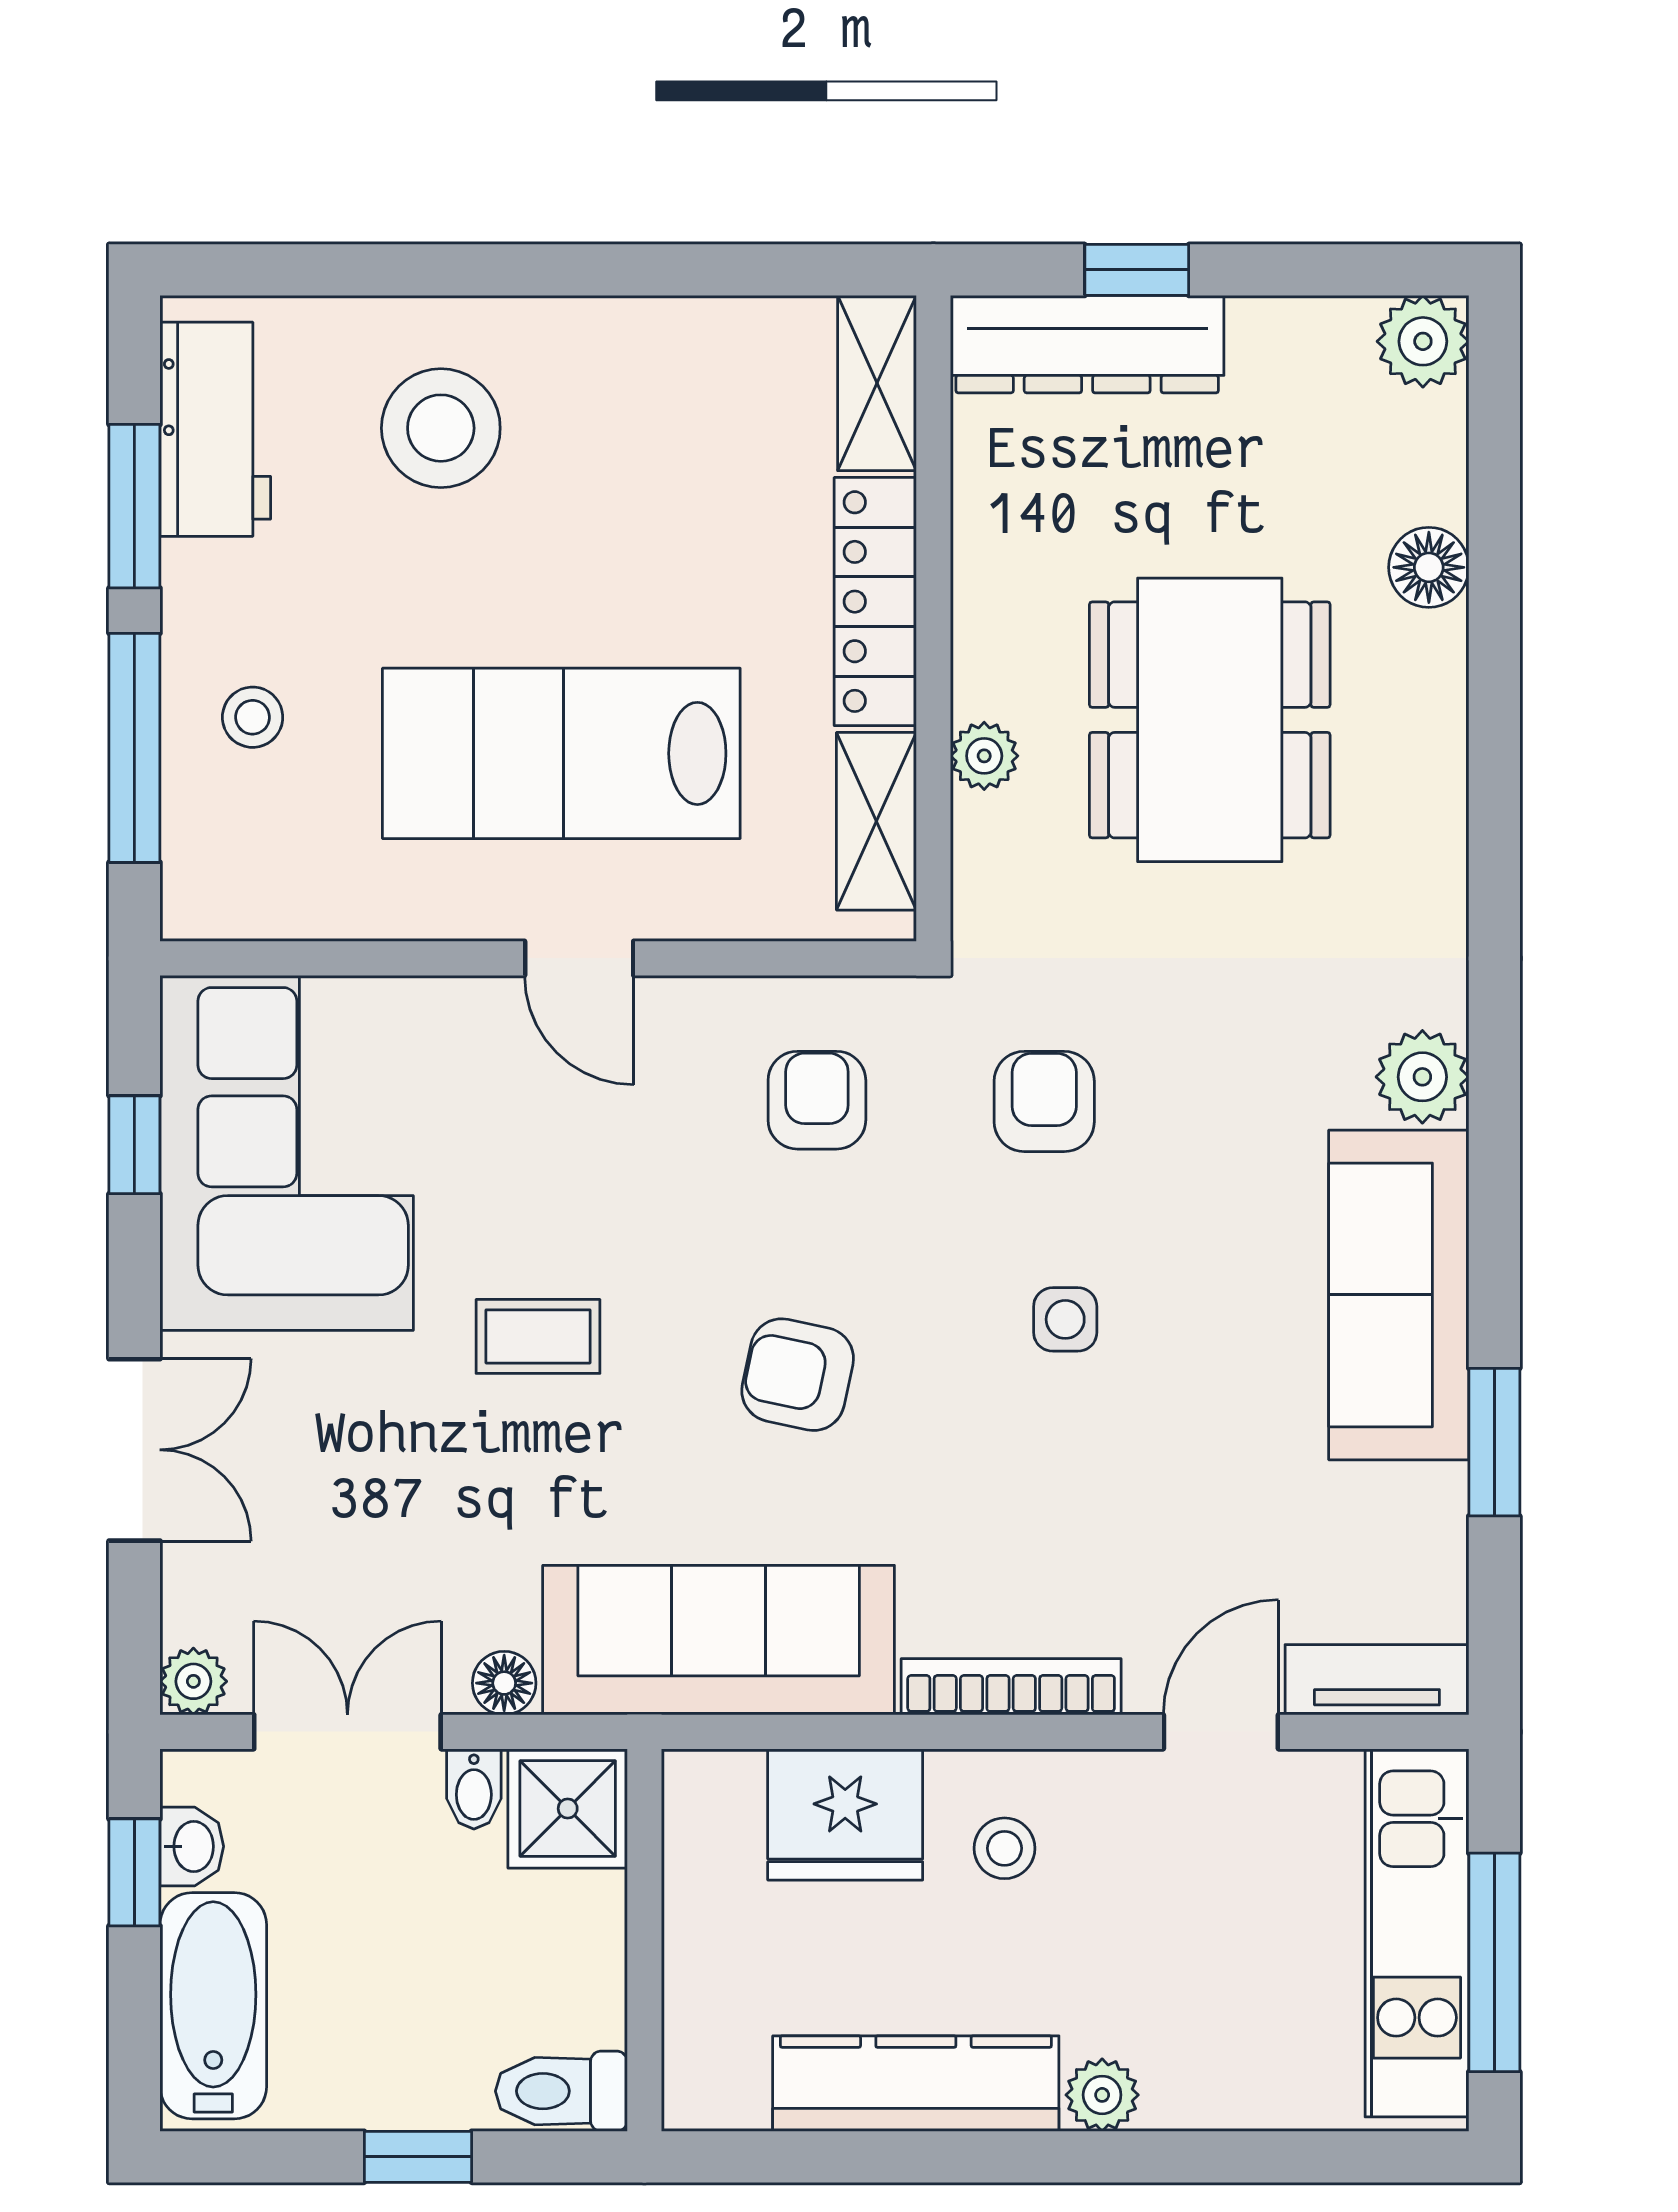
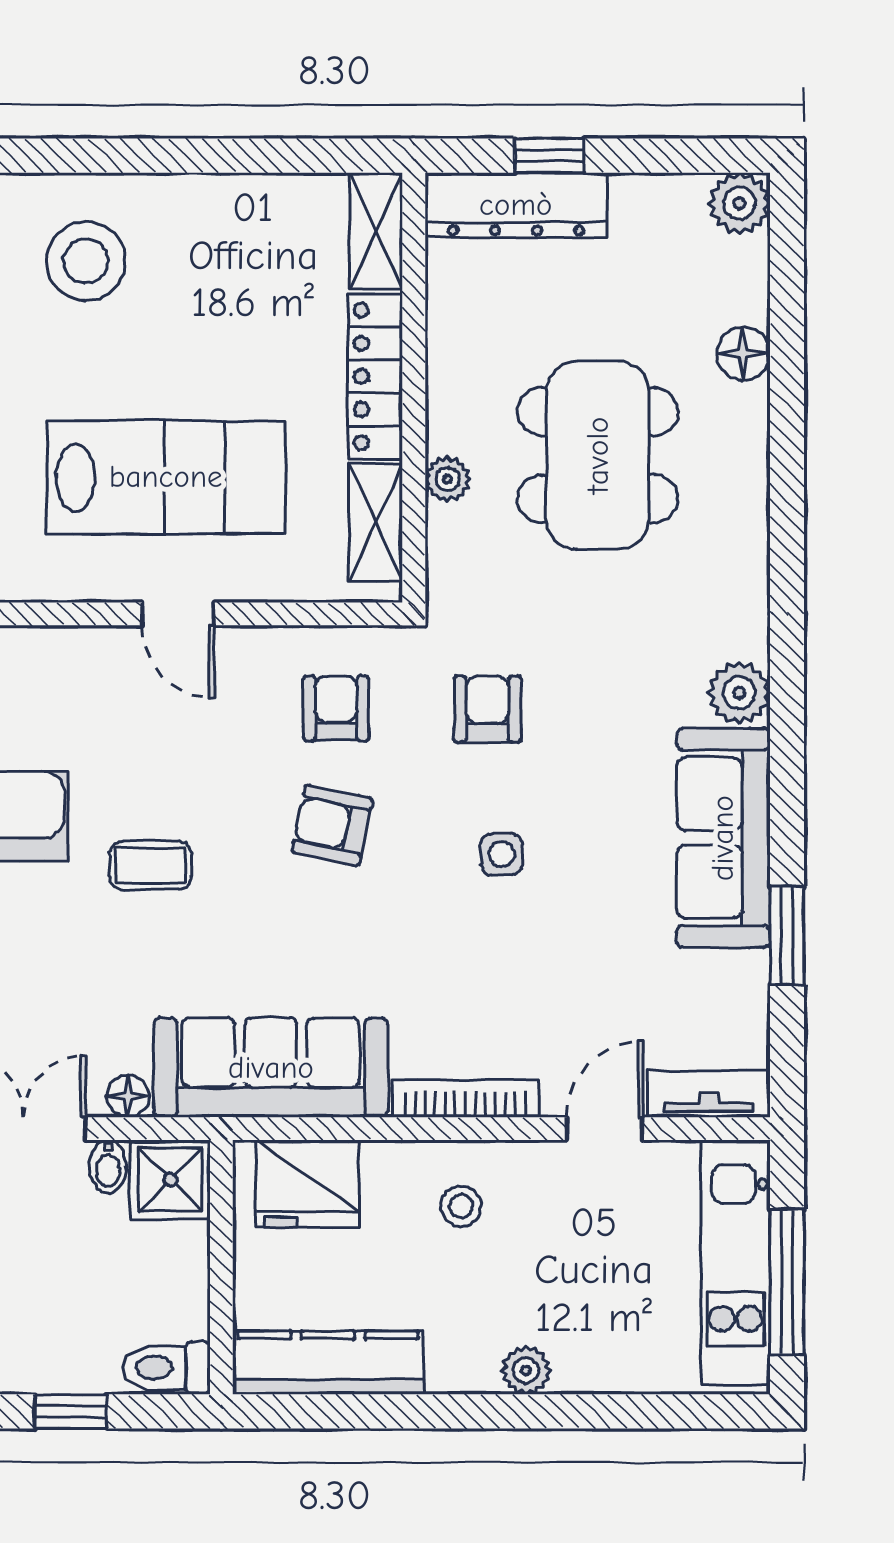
lab bench: (561, 753) -> (166, 477), turned 180
armchair: (798, 1375) -> (332, 825), moved
fridge: (845, 1814) -> (308, 1184), moved
kitchen counter: (916, 2084) -> (328, 1363), moved

